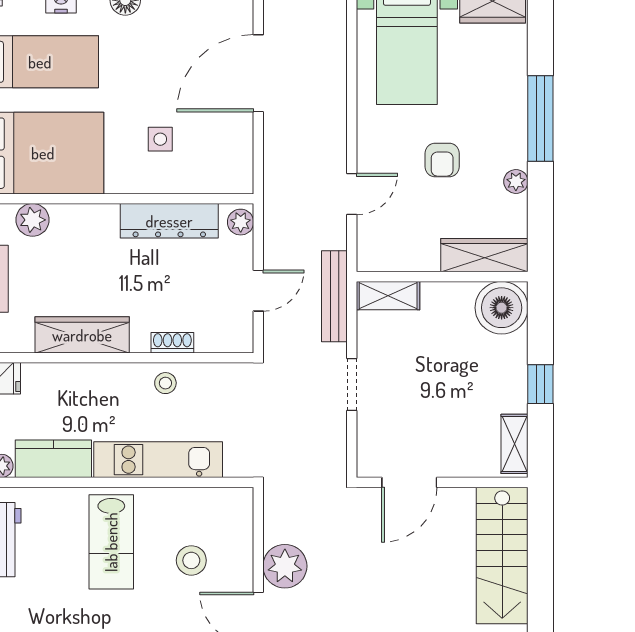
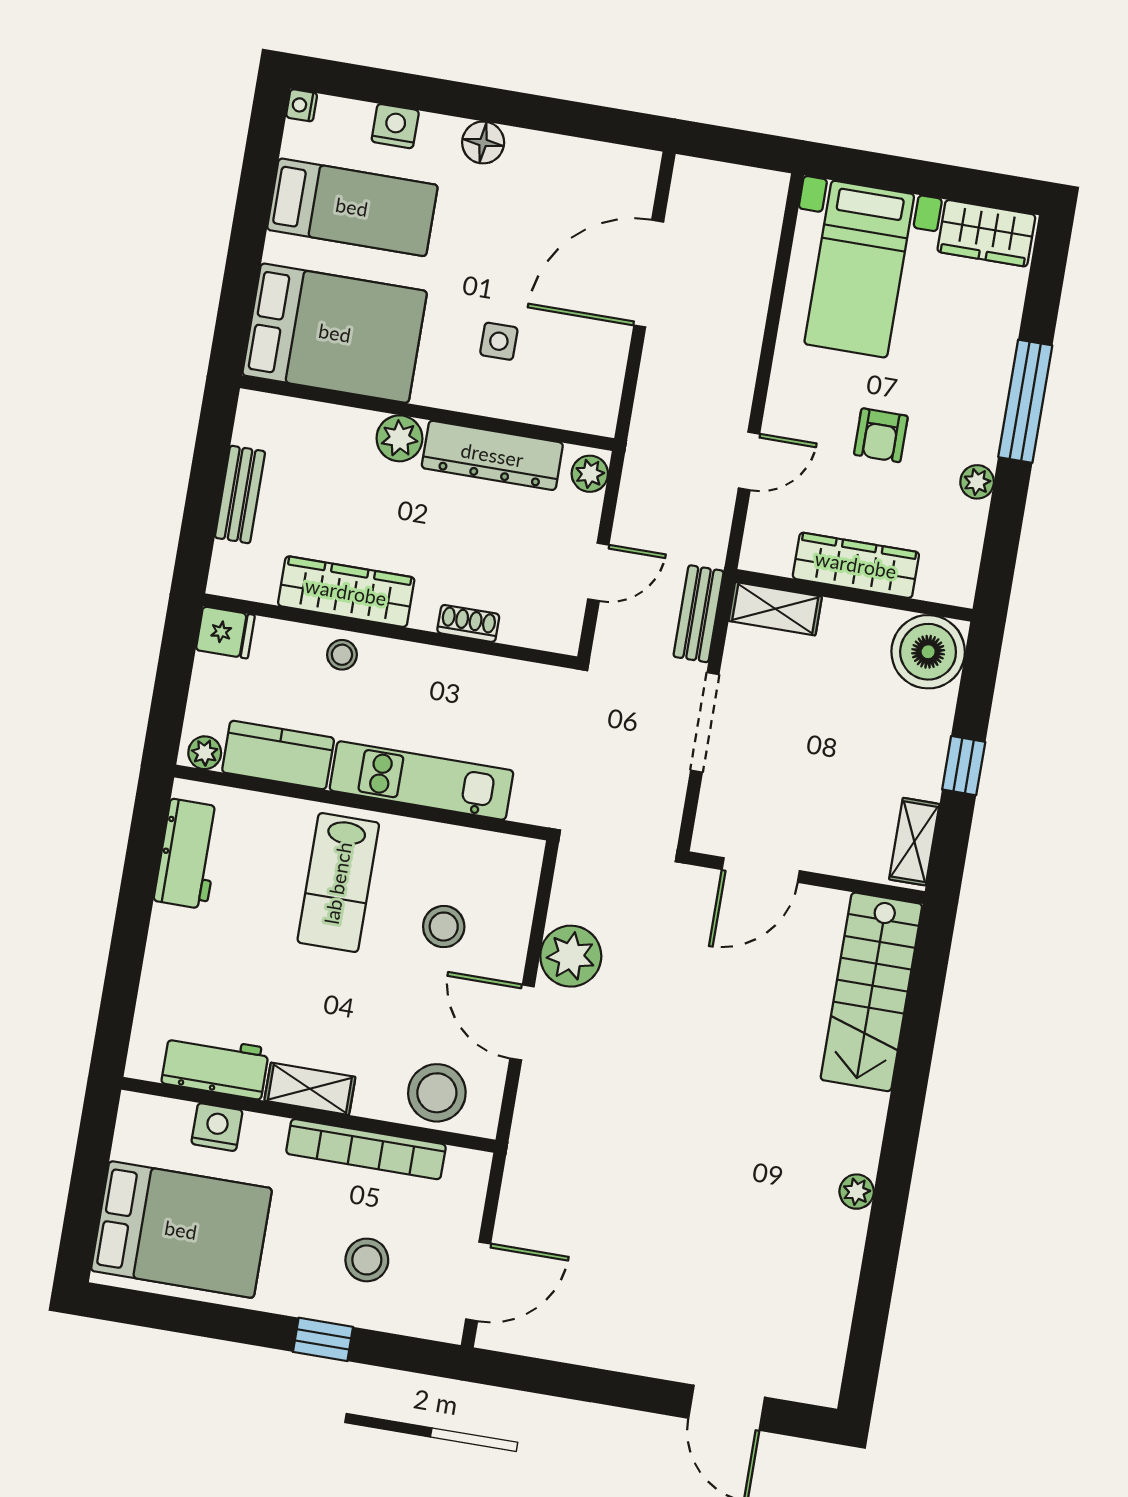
plant: (32, 220) -> (399, 438), moved
wardrobe: (484, 255) -> (856, 565), moved
bench: (334, 296) -> (699, 614), width x0.73
stool: (165, 383) -> (342, 655), moved
doorway: (352, 385) -> (705, 722), width x1.38

